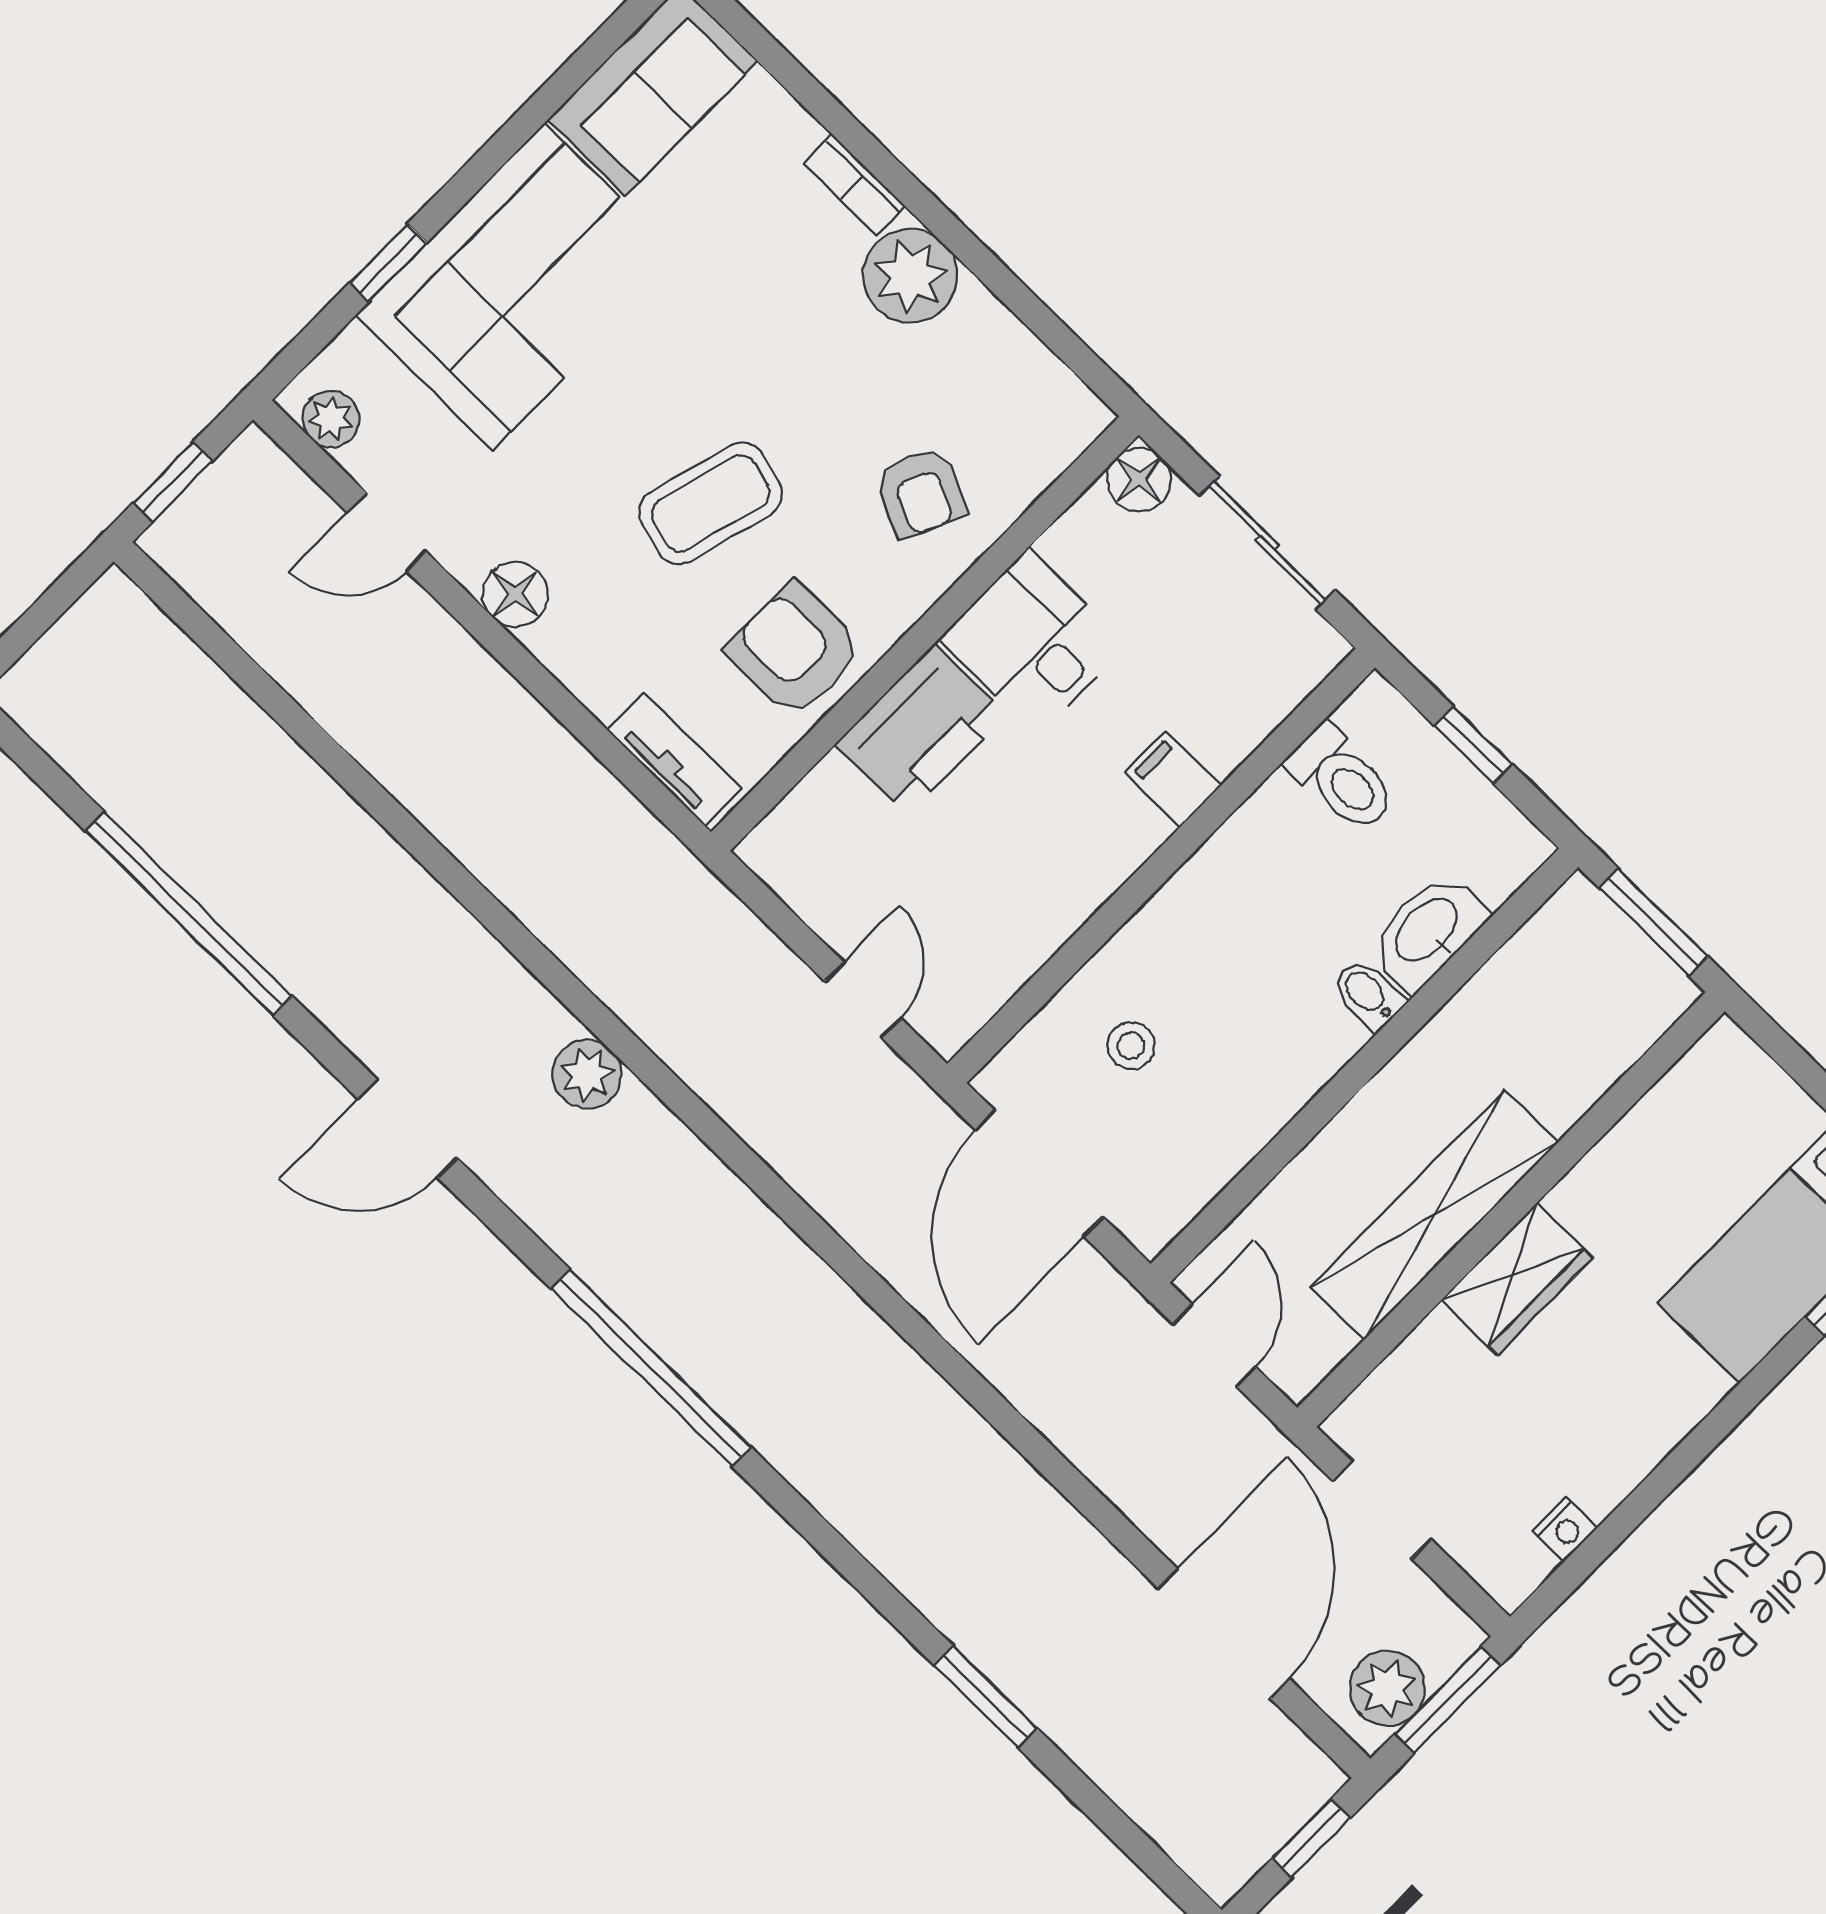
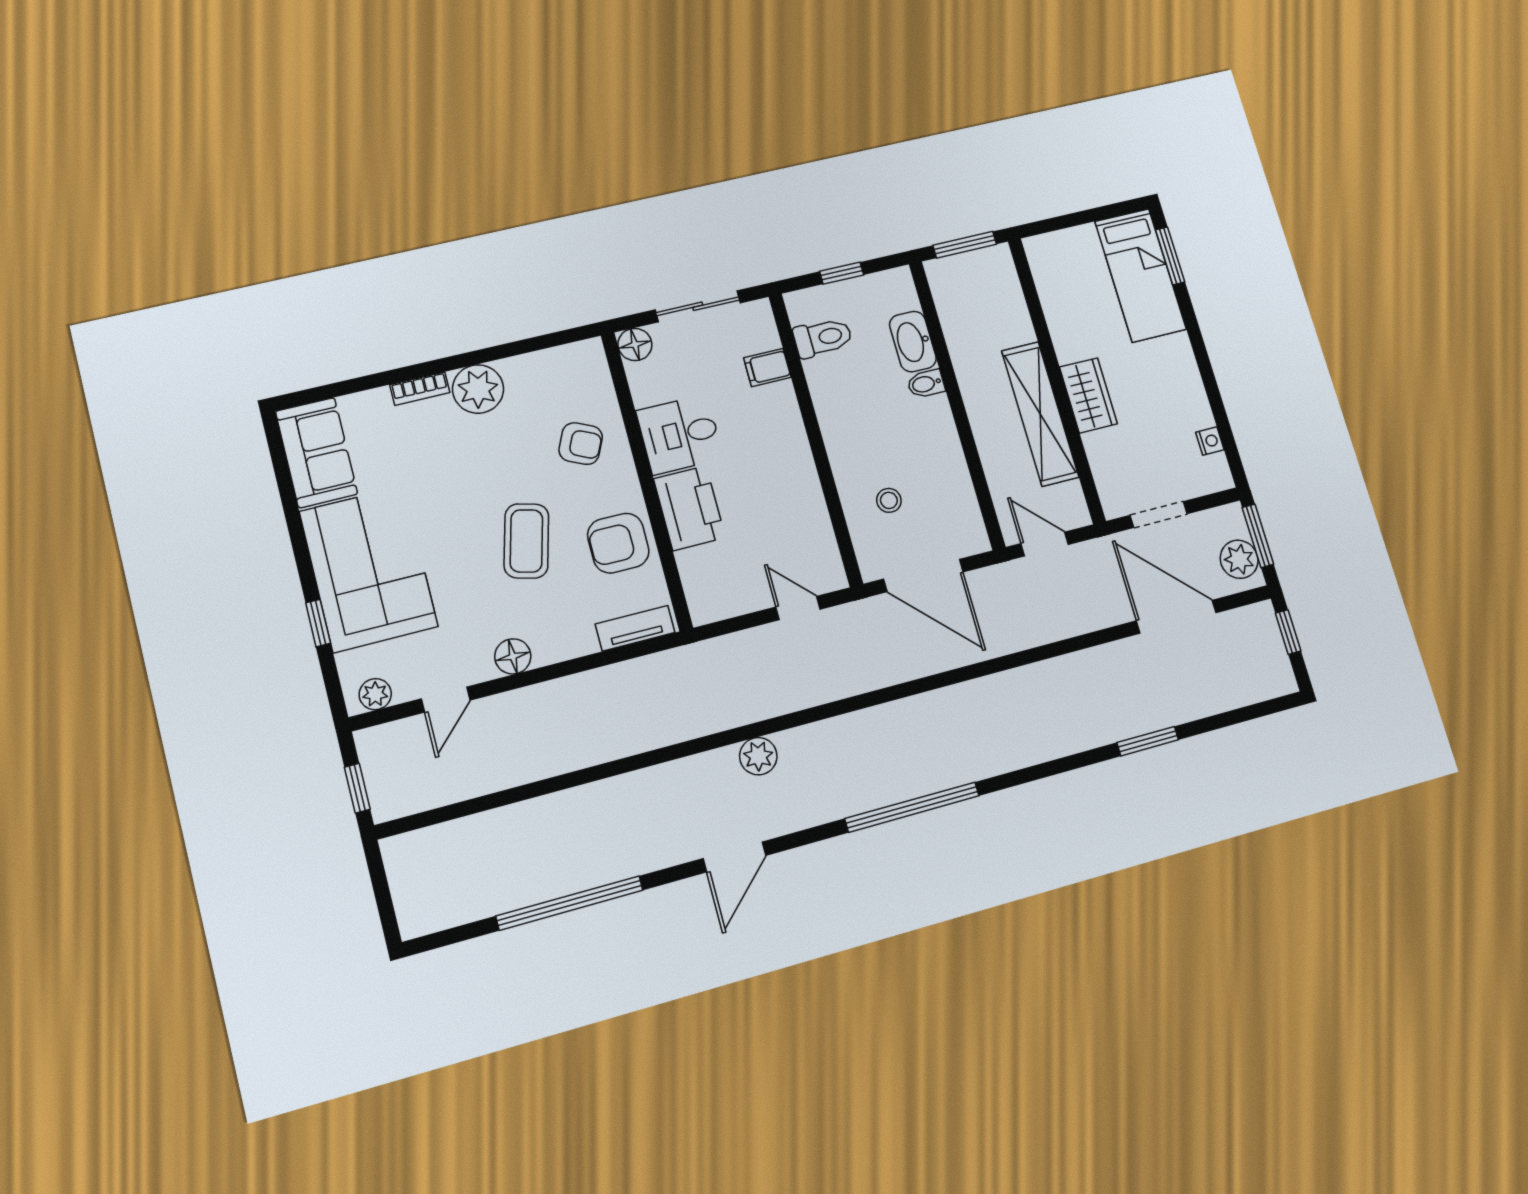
filing cabinet: (1173, 779) -> (767, 368), moved

